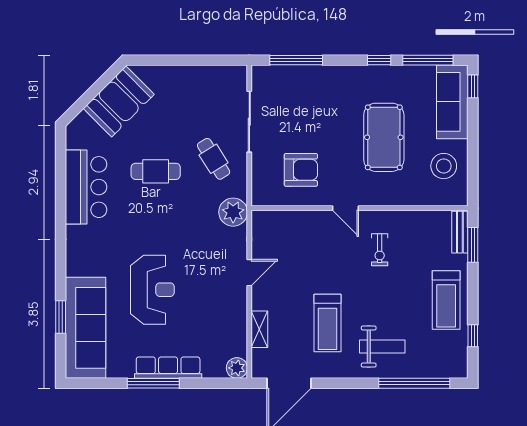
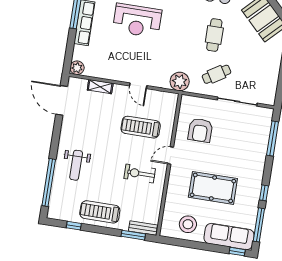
exercise bike: (380, 250) -> (140, 174), width x1.38, depth x1.39
treadmill: (328, 323) -> (141, 127), moved

